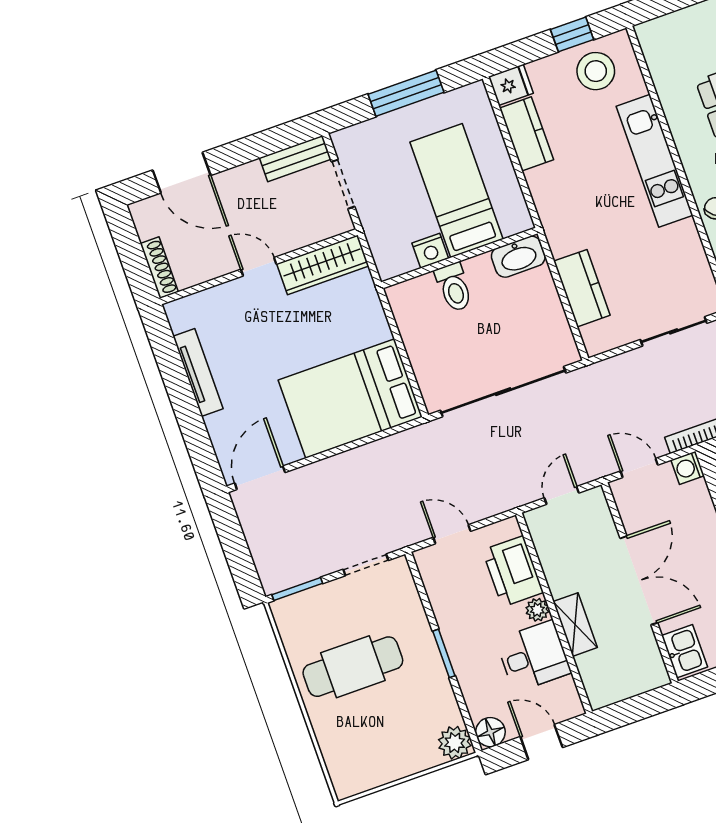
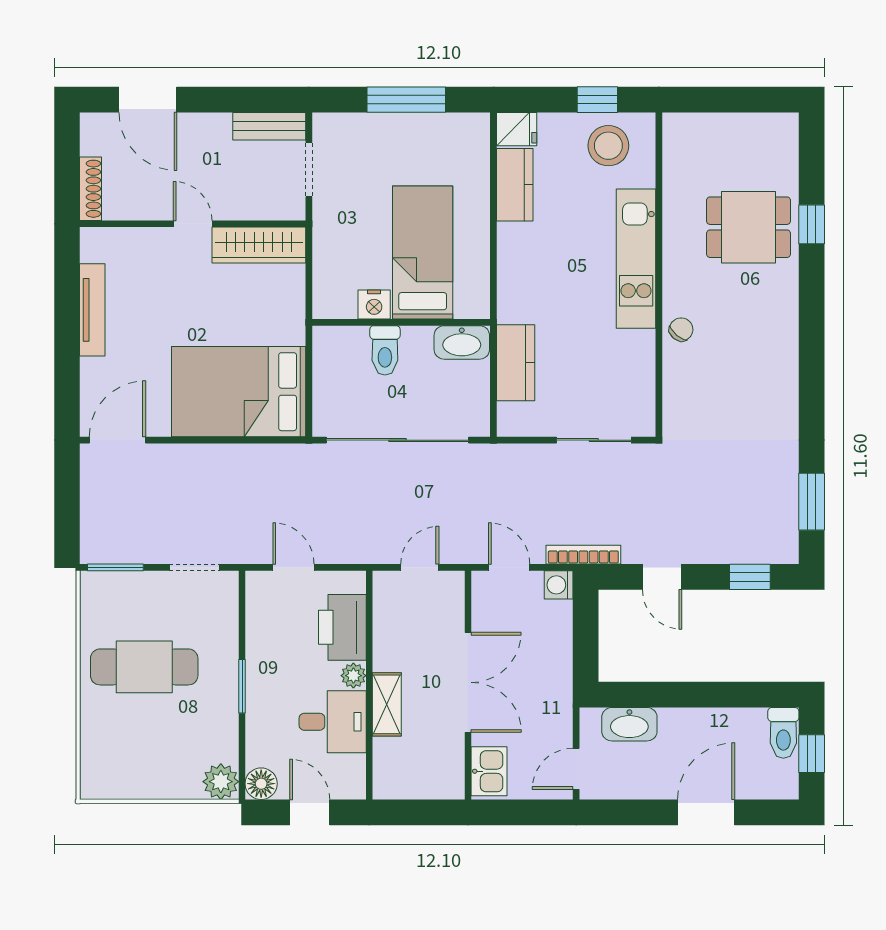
bed: (456, 191) -> (423, 252), moved
nightstand: (430, 251) -> (374, 304), moved
washbasin: (518, 257) -> (462, 342), moved
wall: (459, 258) -> (401, 322), moved
toilet: (454, 287) -> (385, 350), moved

